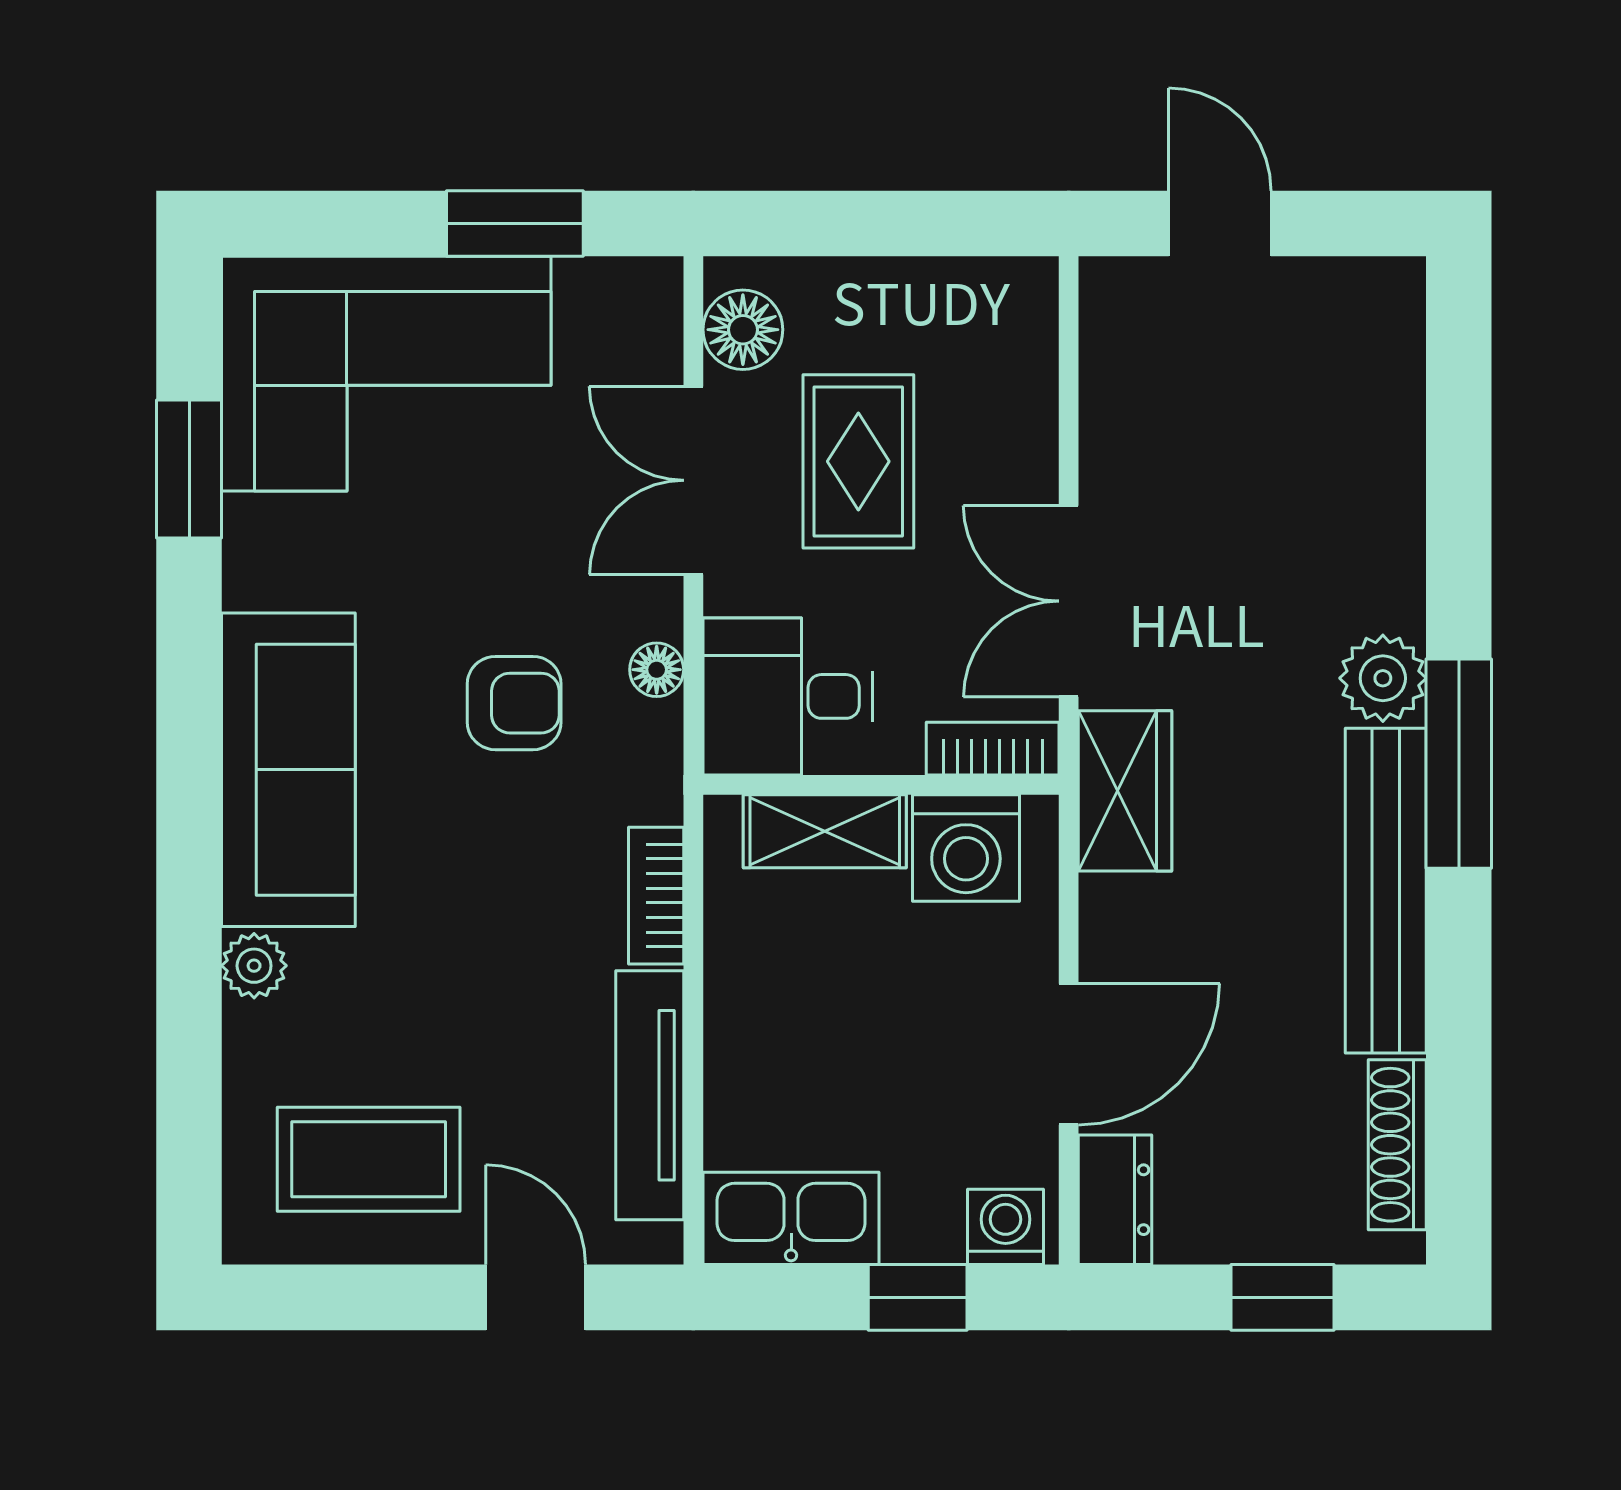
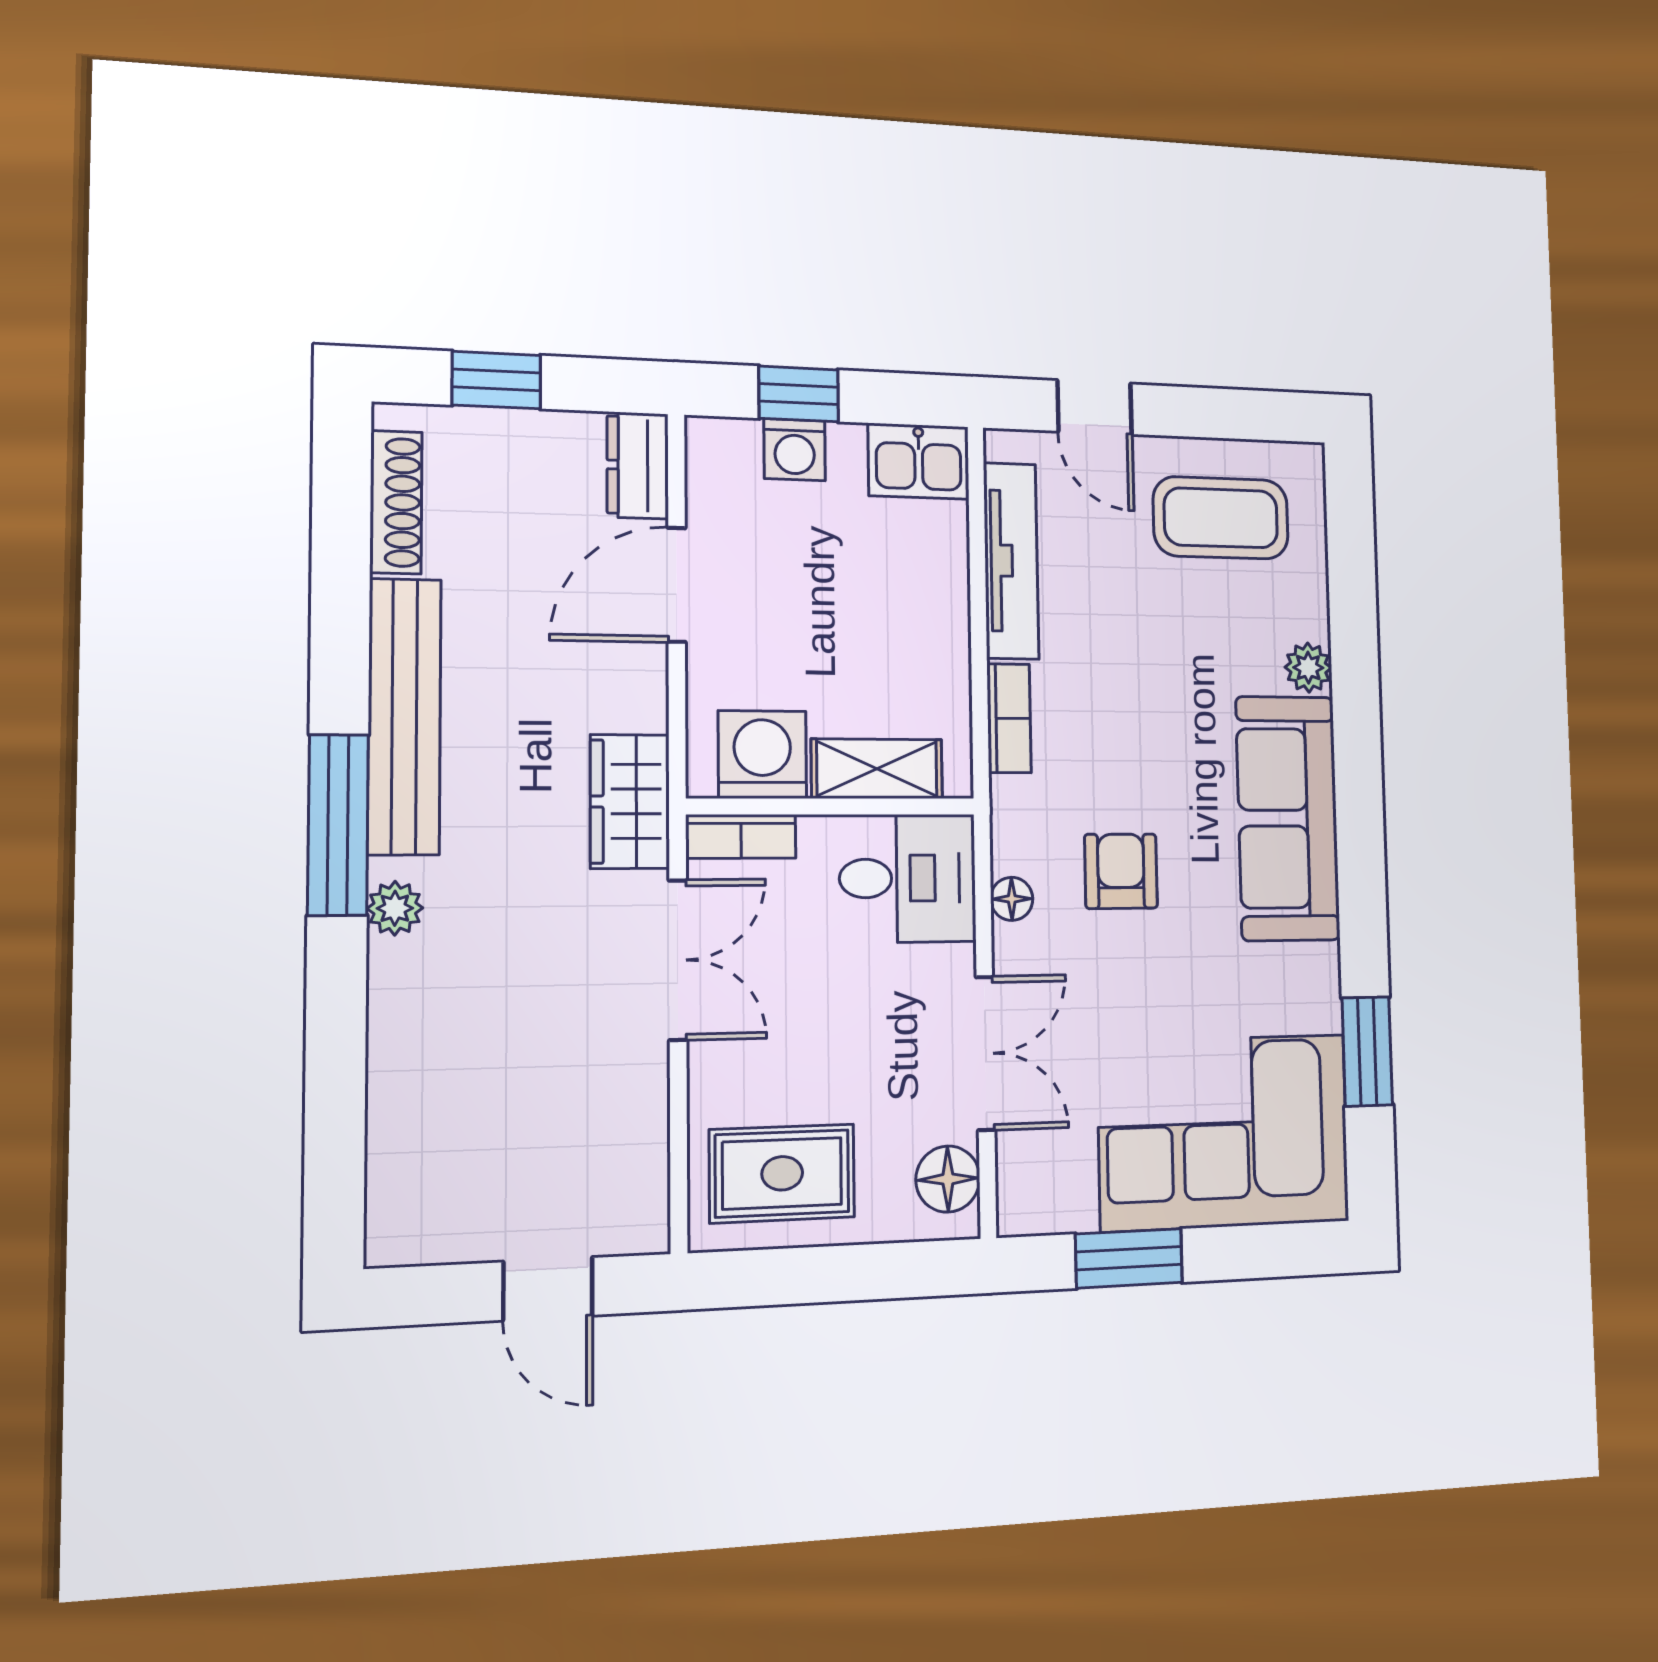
rug: (858, 461) -> (782, 1173), moved, turned 90
plant: (1383, 678) -> (395, 908), width x0.73, depth x0.73
armchair: (514, 703) -> (1121, 871), turned 90
kitchen sink: (791, 1218) -> (919, 461), width x0.73
washing machine: (1005, 1227) -> (795, 450), moved

